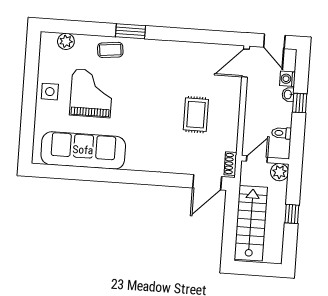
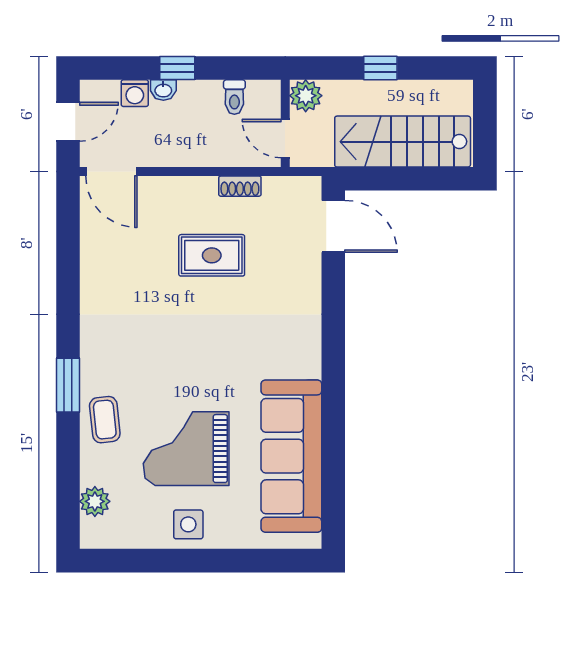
shoe rack: (231, 164) -> (240, 186), moved

